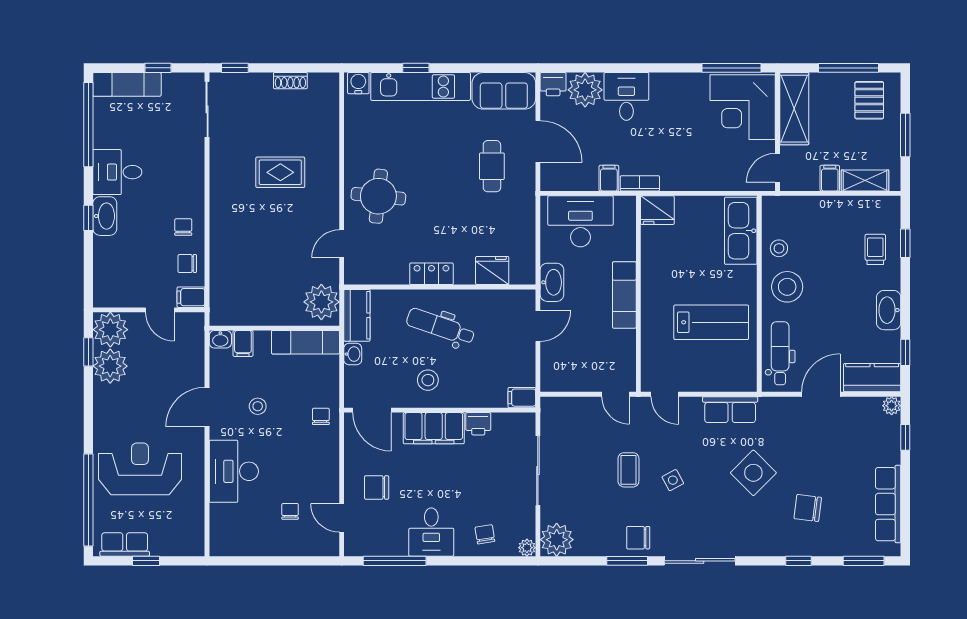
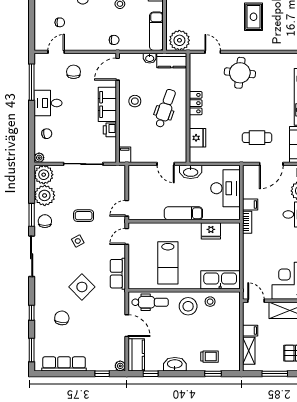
fridge: (657, 210) -> (211, 231), moved, turned -90
plant: (593, 538) -> (45, 195), added

